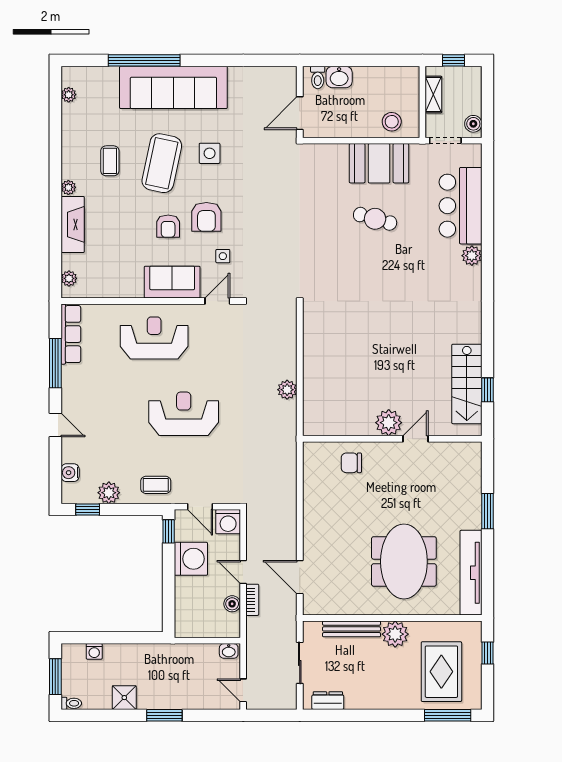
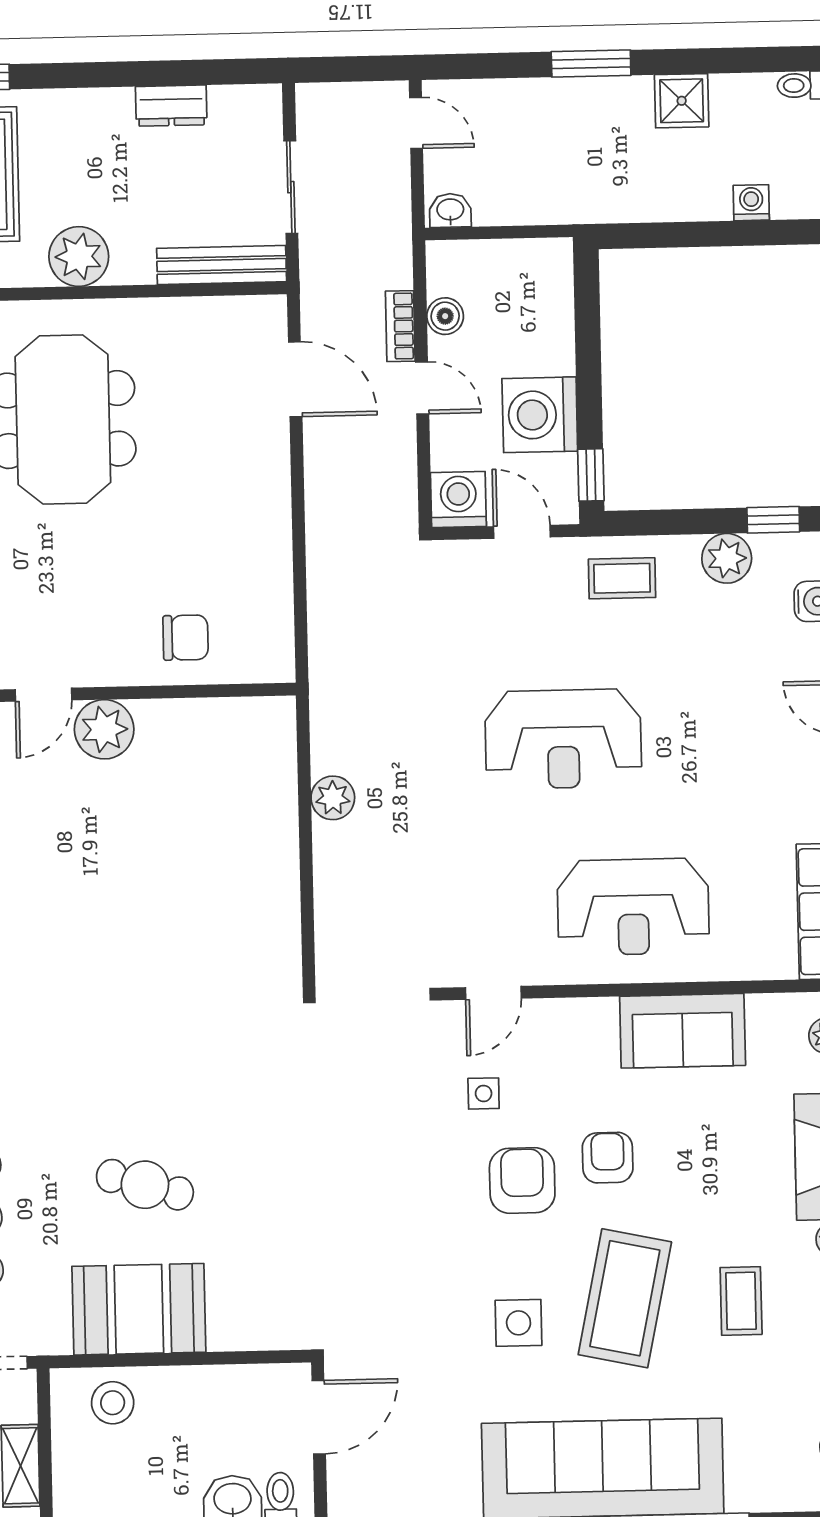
sofa: (172, 282) -> (683, 1031), moved
bench: (352, 629) -> (222, 265), moved
dresser: (328, 701) -> (171, 106), moved

